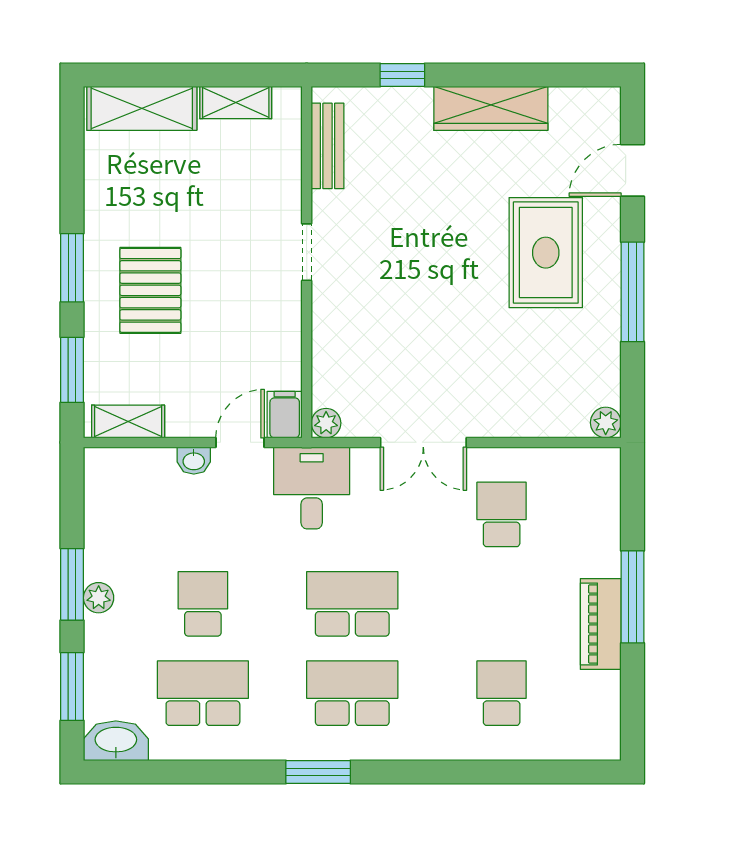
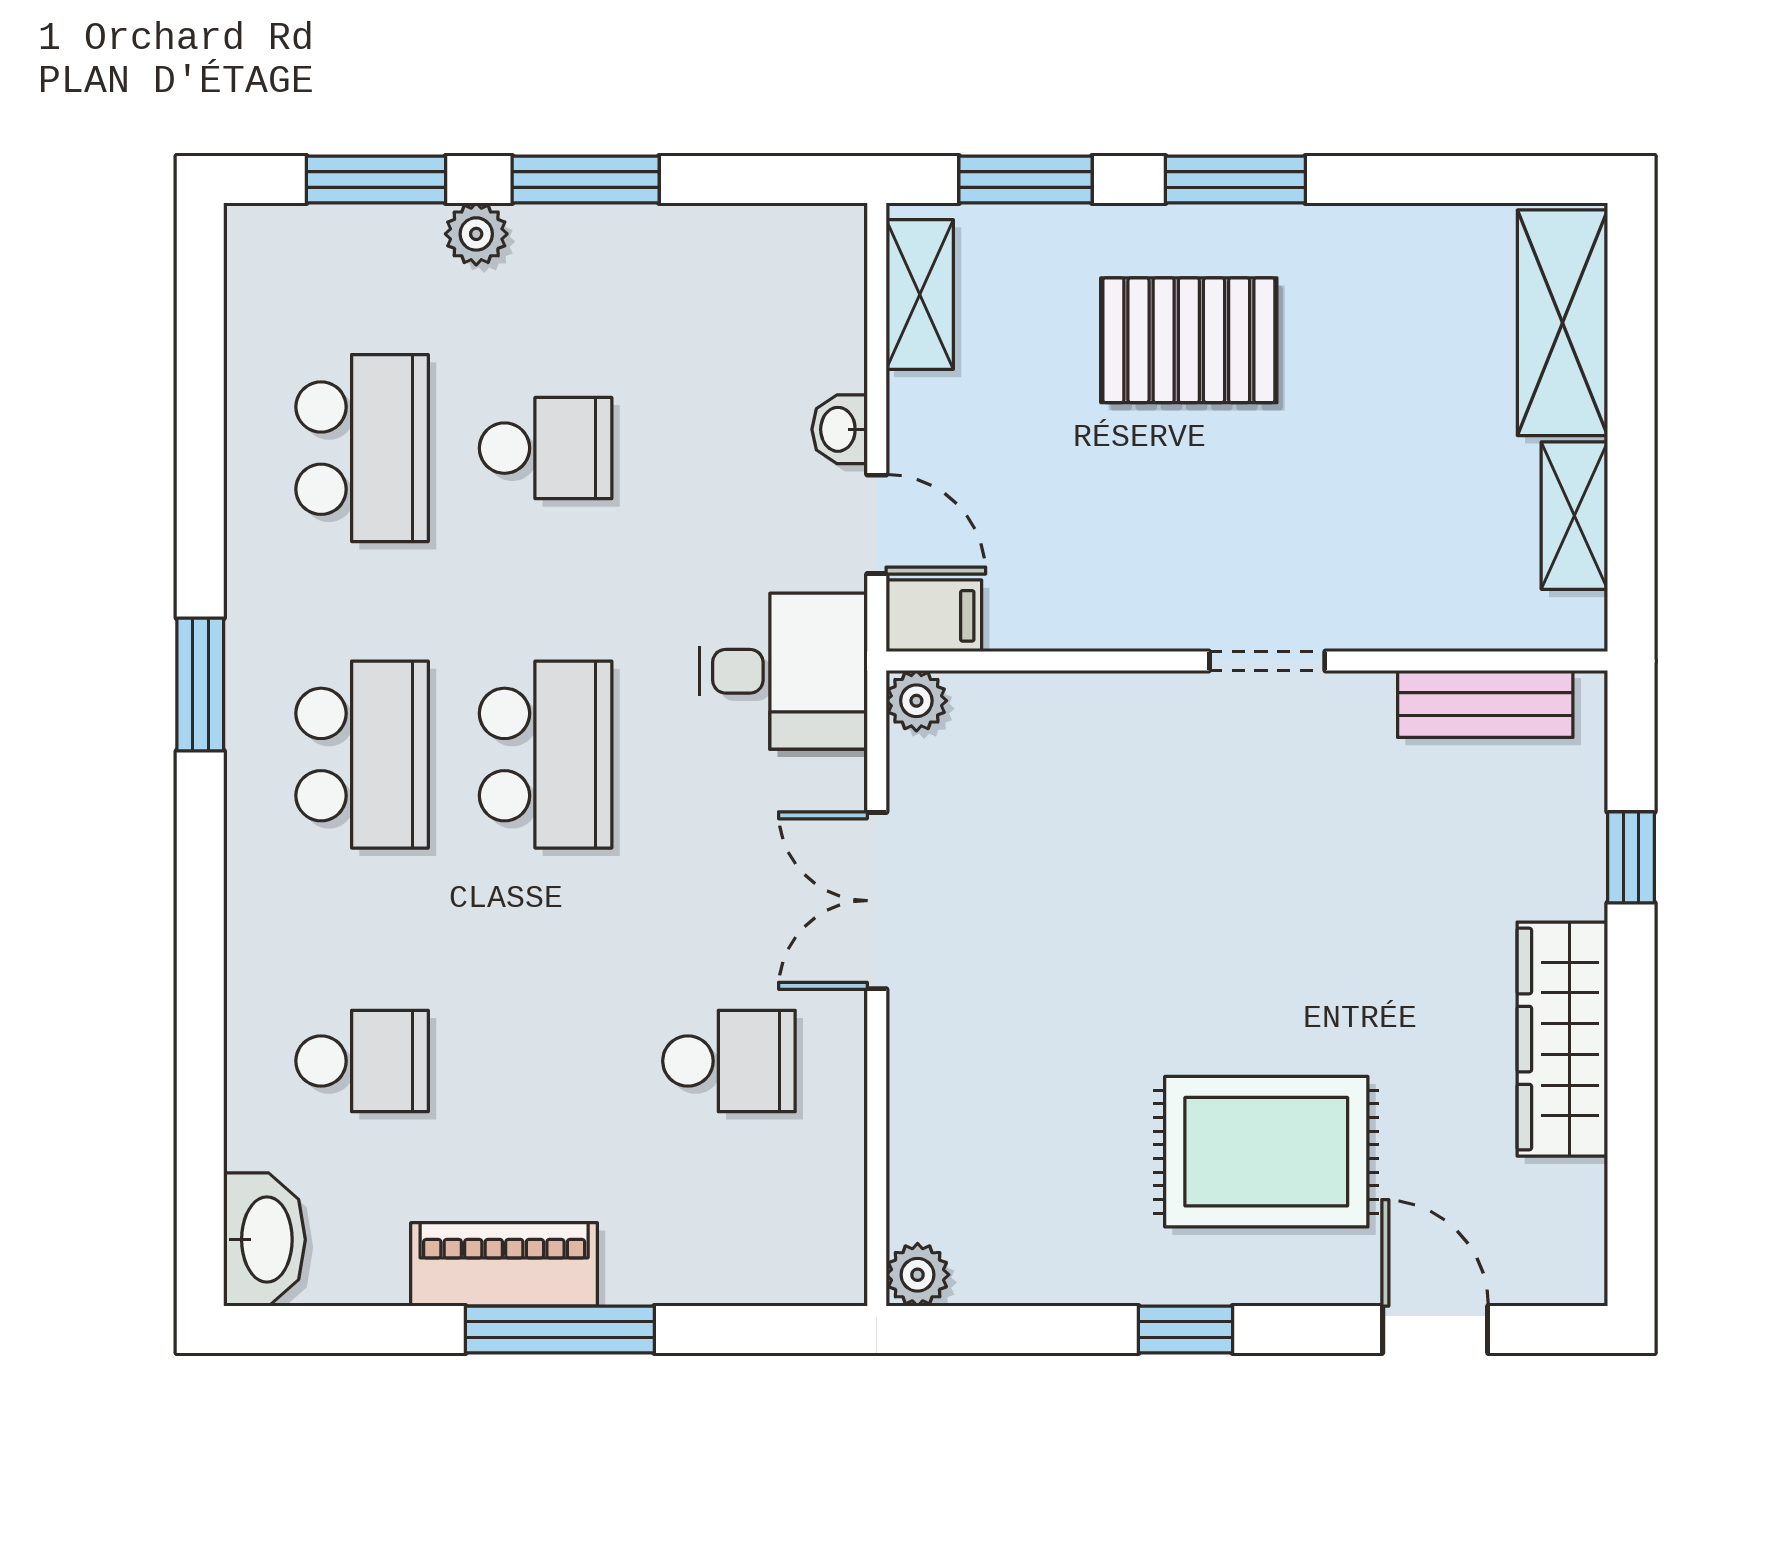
window: (632, 292) -> (1186, 1330), width x0.46
plant: (99, 598) -> (476, 234), moved
washbasin: (116, 741) -> (265, 1240), moved

